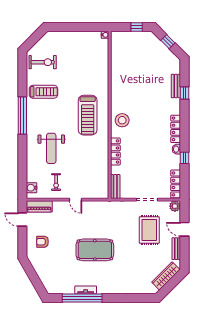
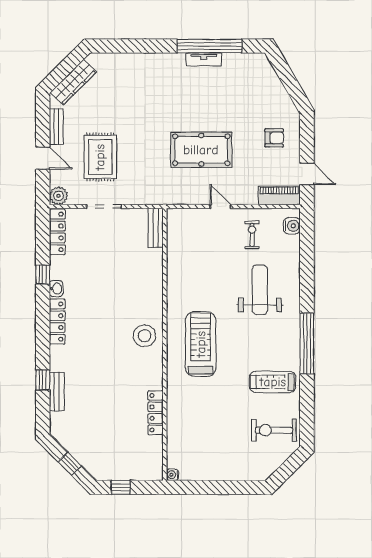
locker: (115, 151) -> (155, 413), moved
pool table: (95, 250) -> (201, 150), moved

